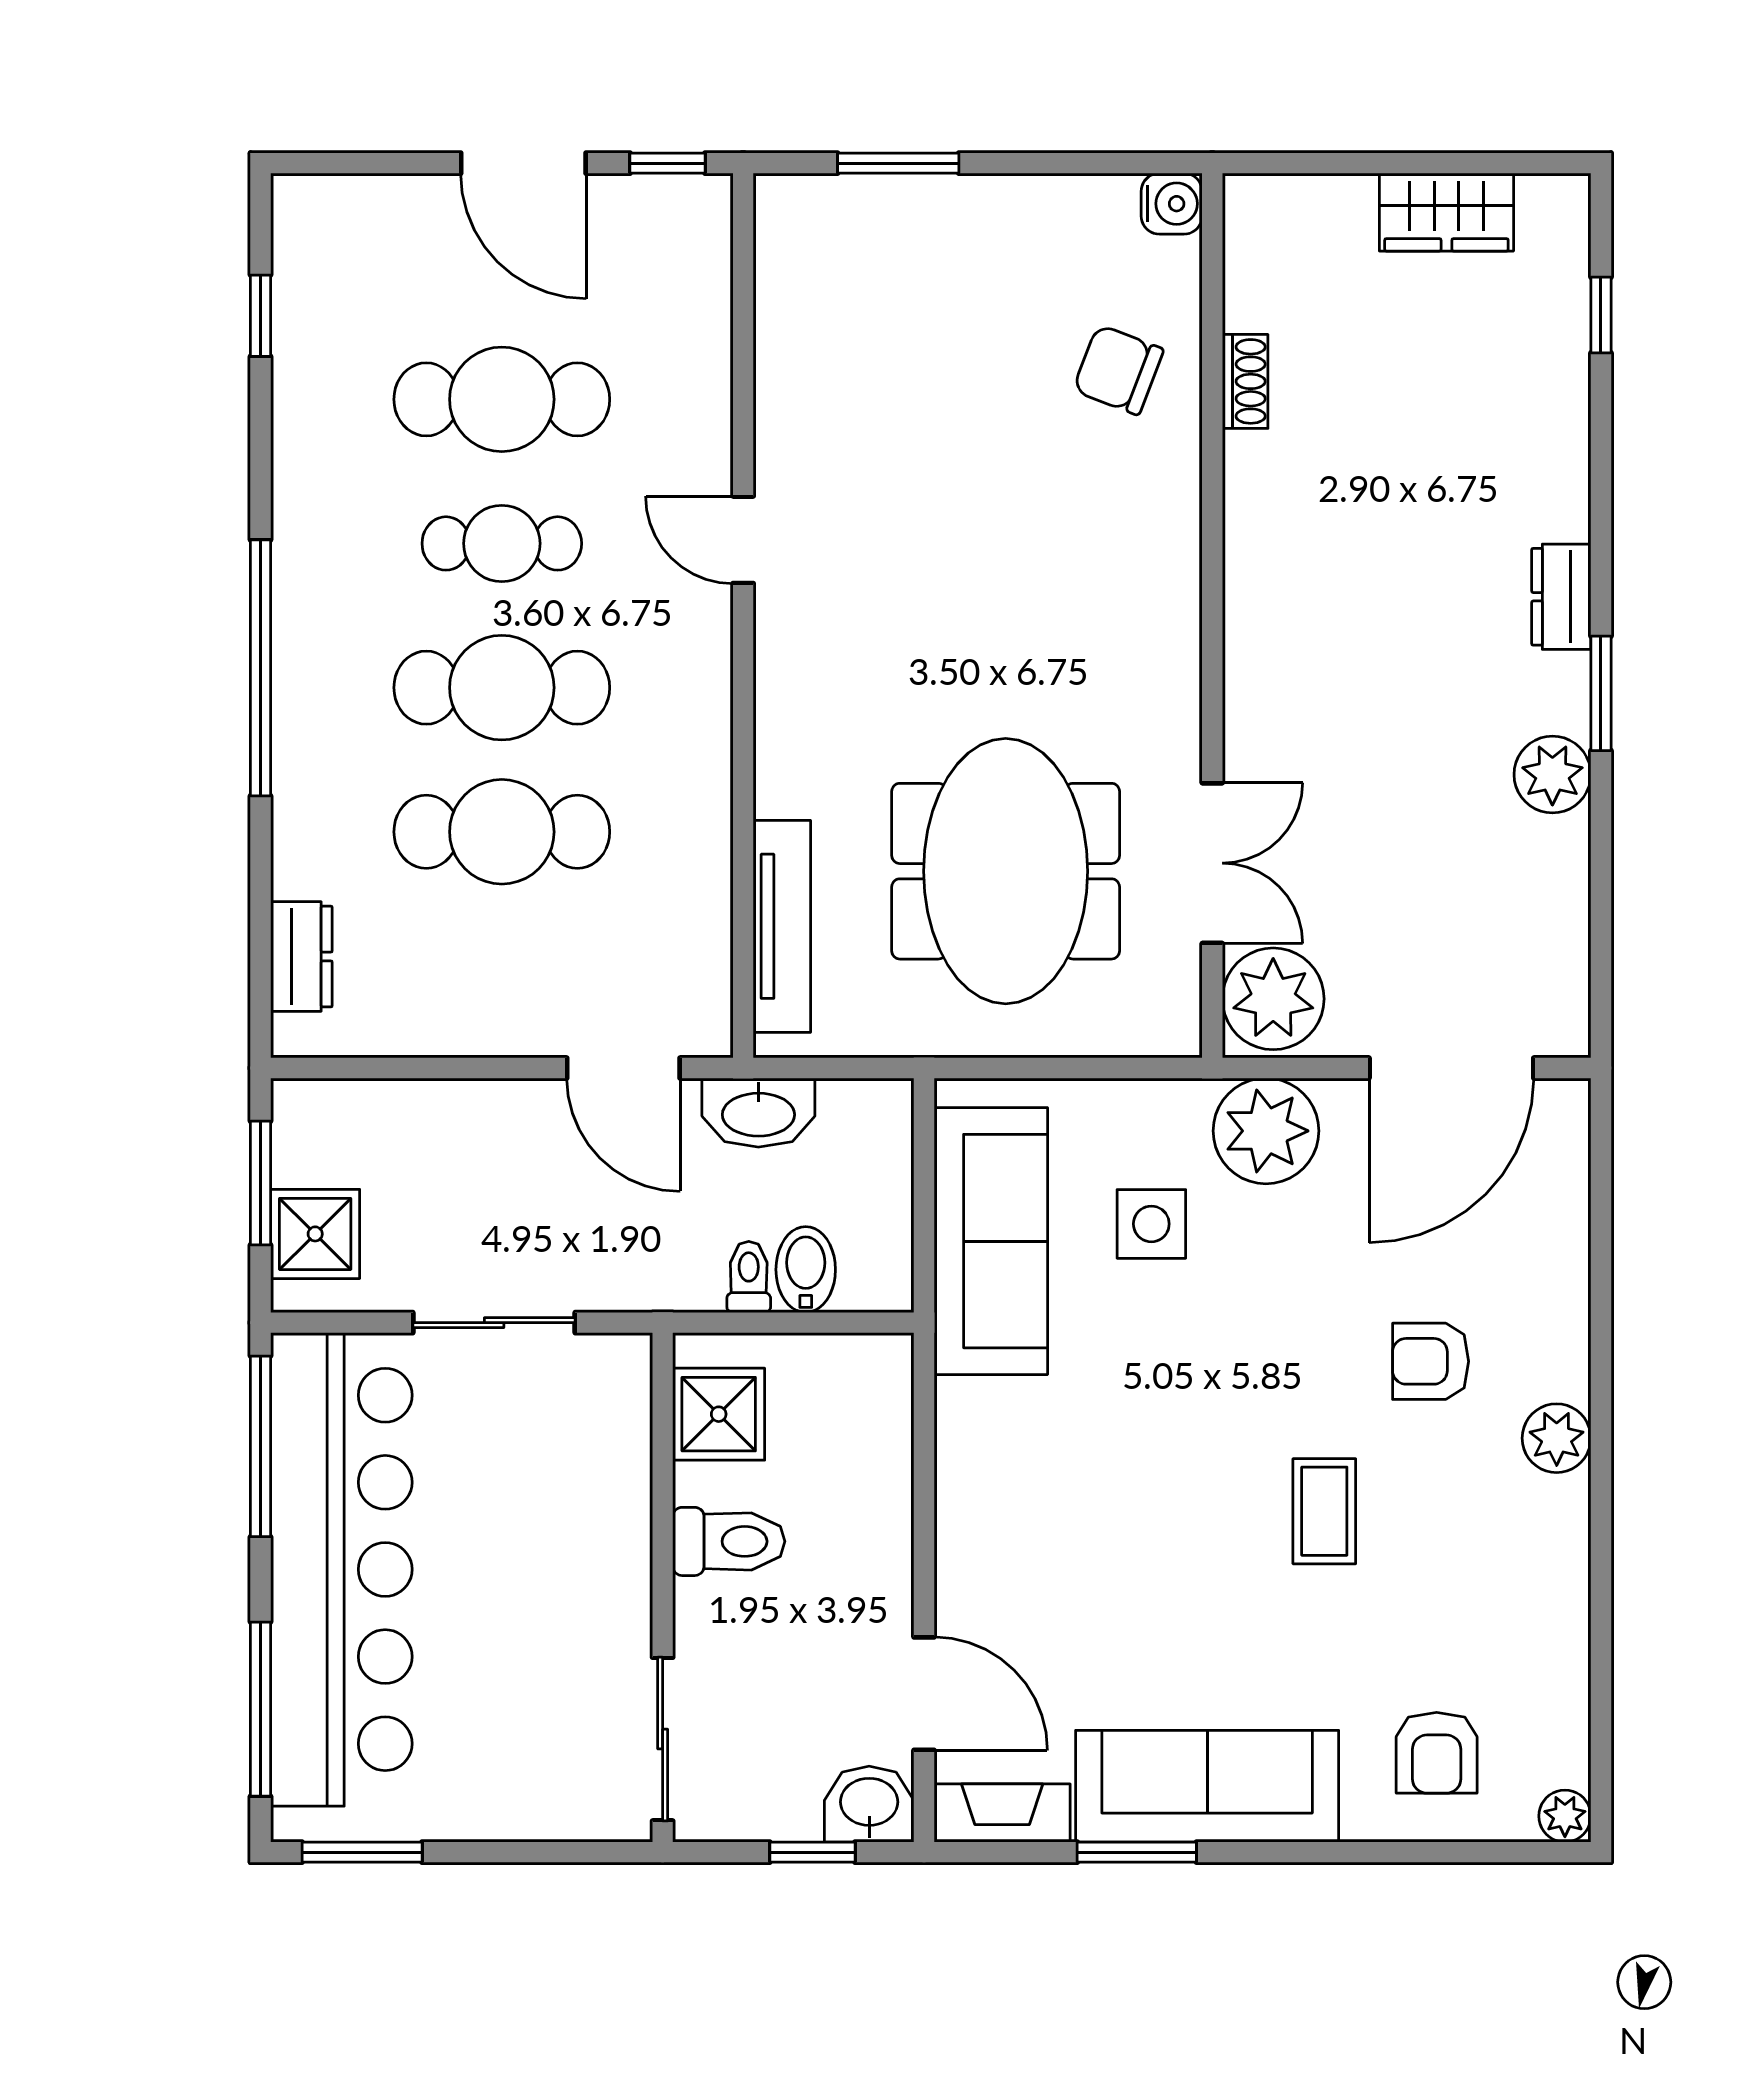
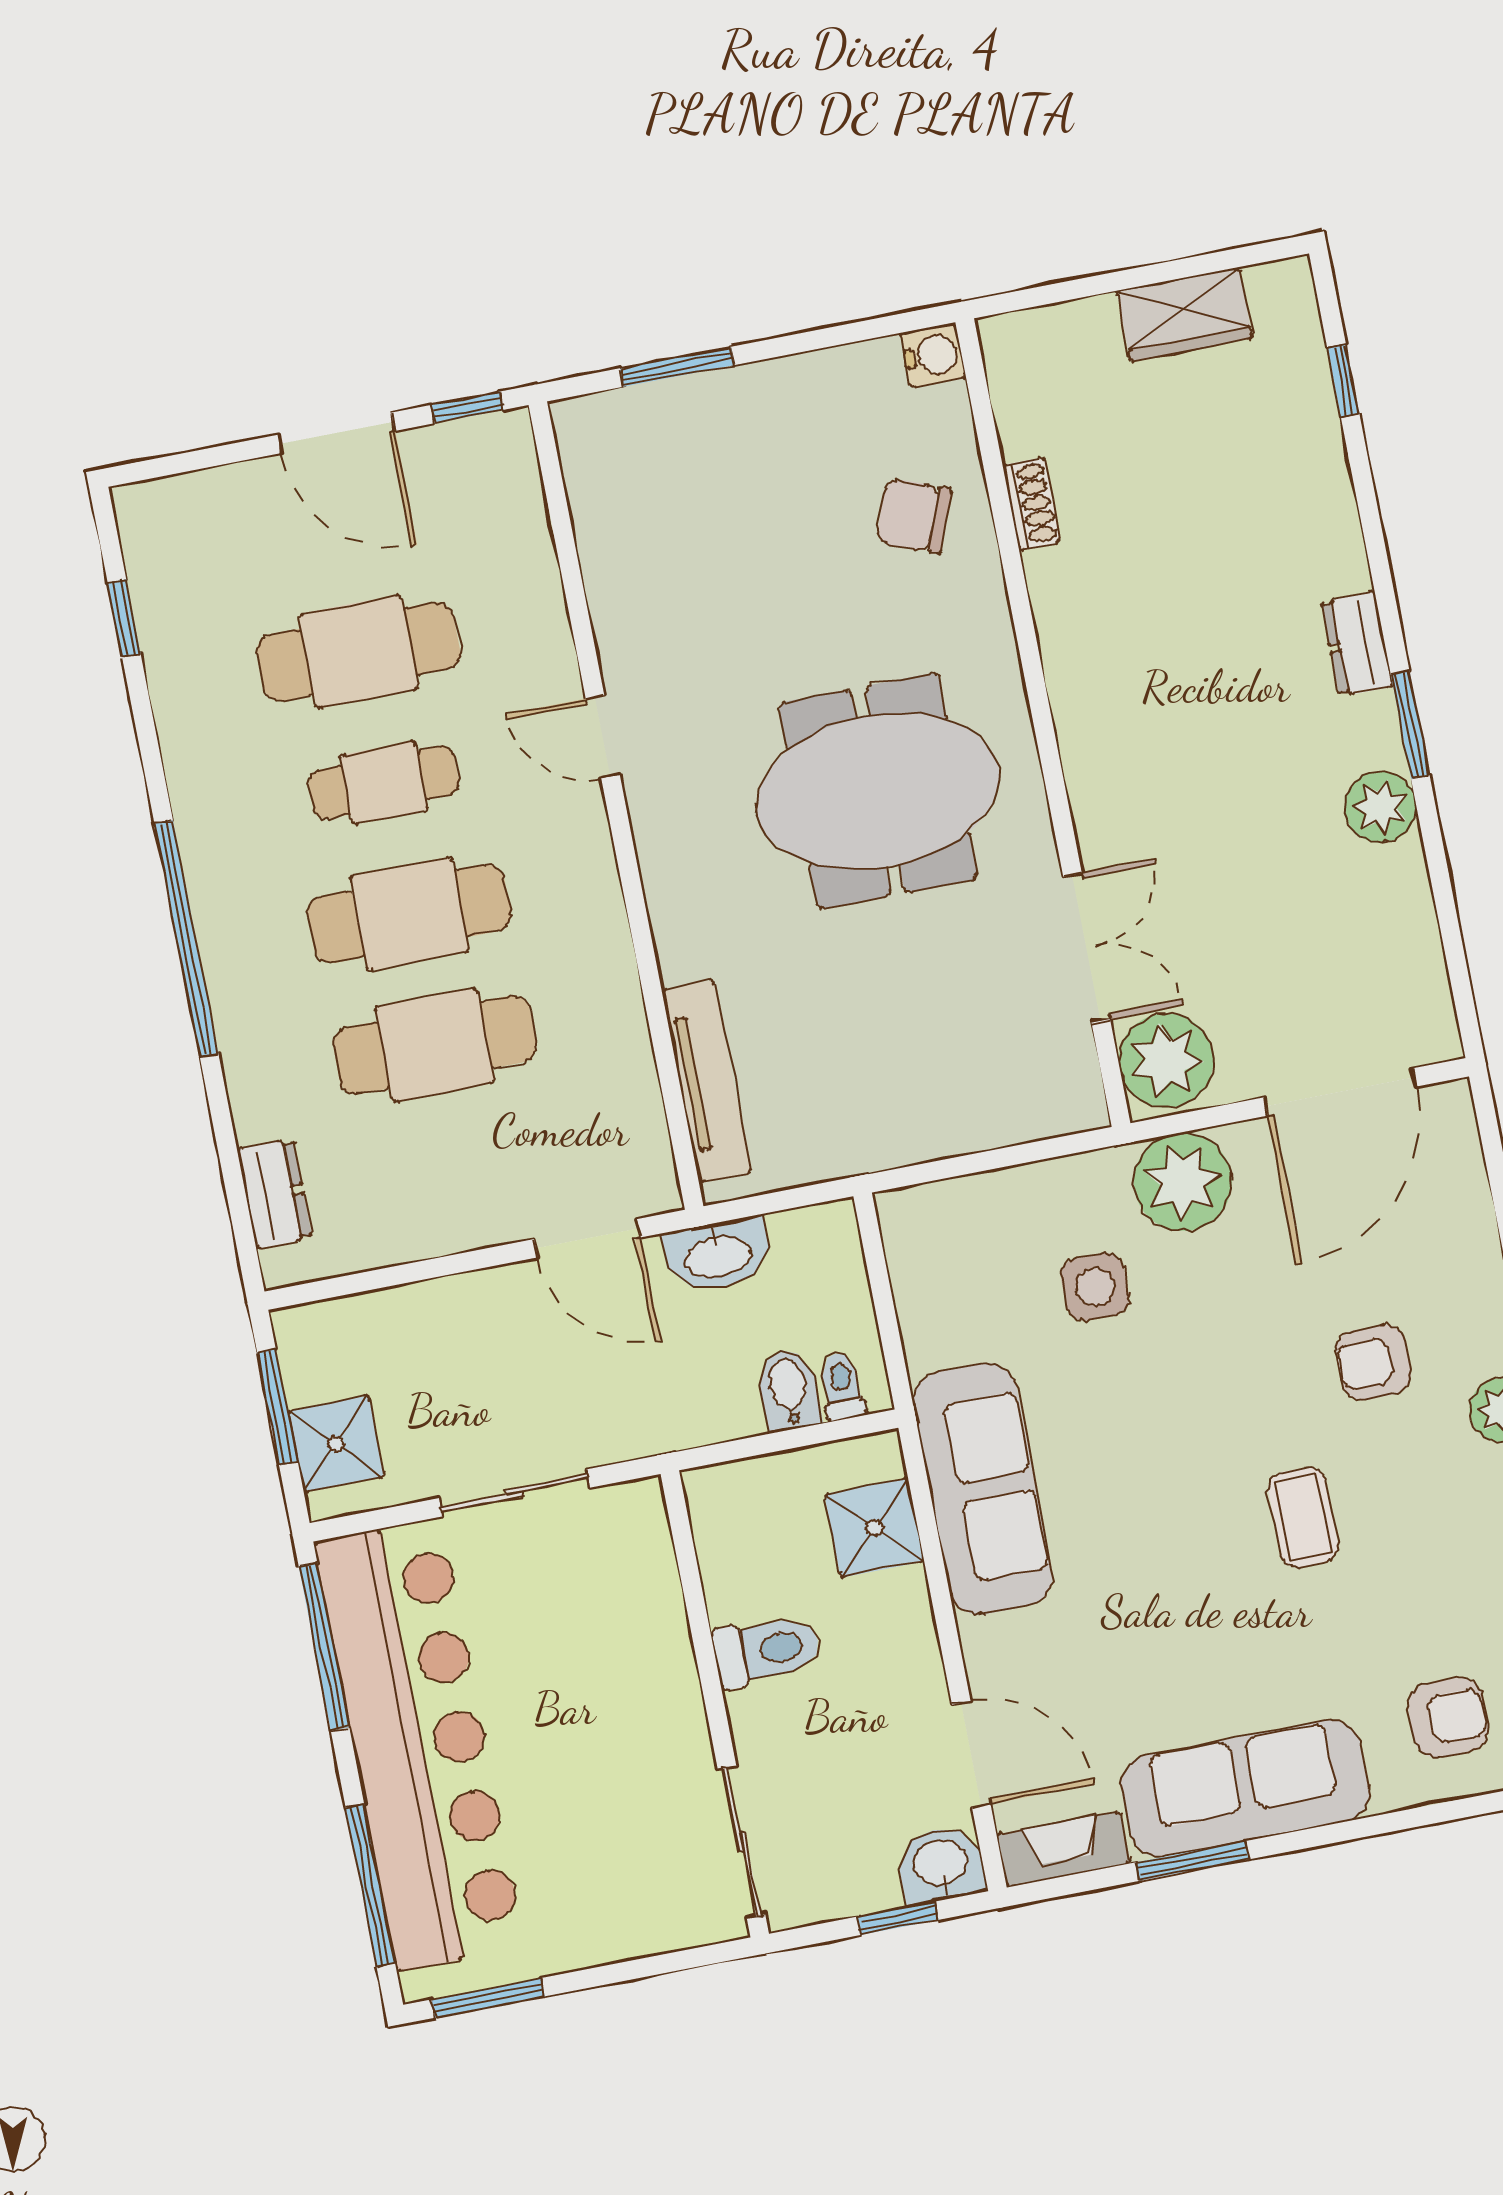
meeting table: (1006, 871) -> (878, 791), moved, turned 90
sofa: (991, 1241) -> (983, 1489), moved
toilet: (749, 1277) -> (842, 1386), moved
shower: (719, 1414) -> (874, 1528), moved
armchair: (1437, 1753) -> (1448, 1717), turned -90

